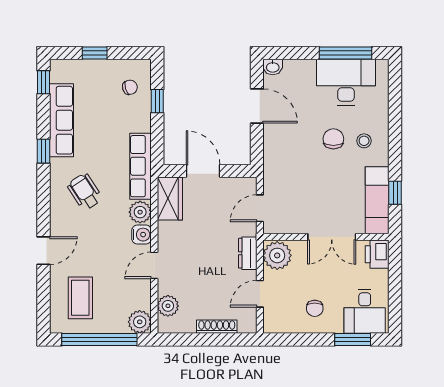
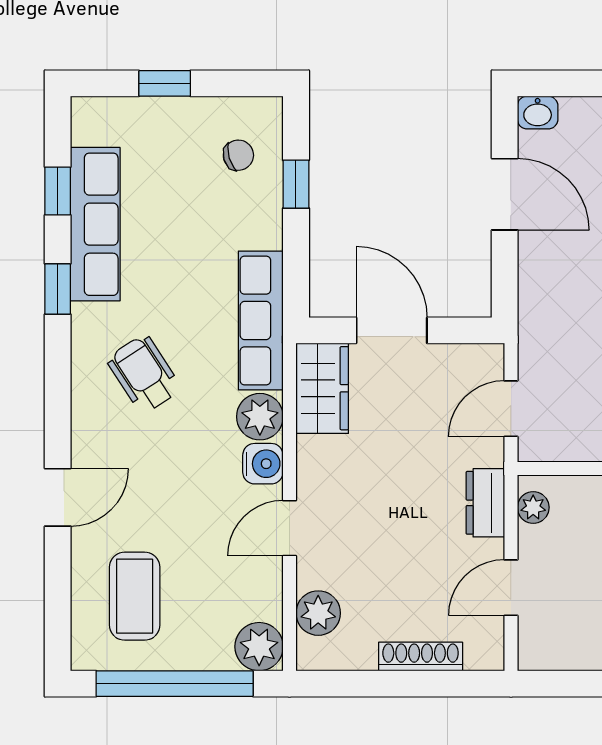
window: (44, 82) -> (58, 191), moved
plant: (277, 255) -> (533, 507), width x0.53, depth x0.53

